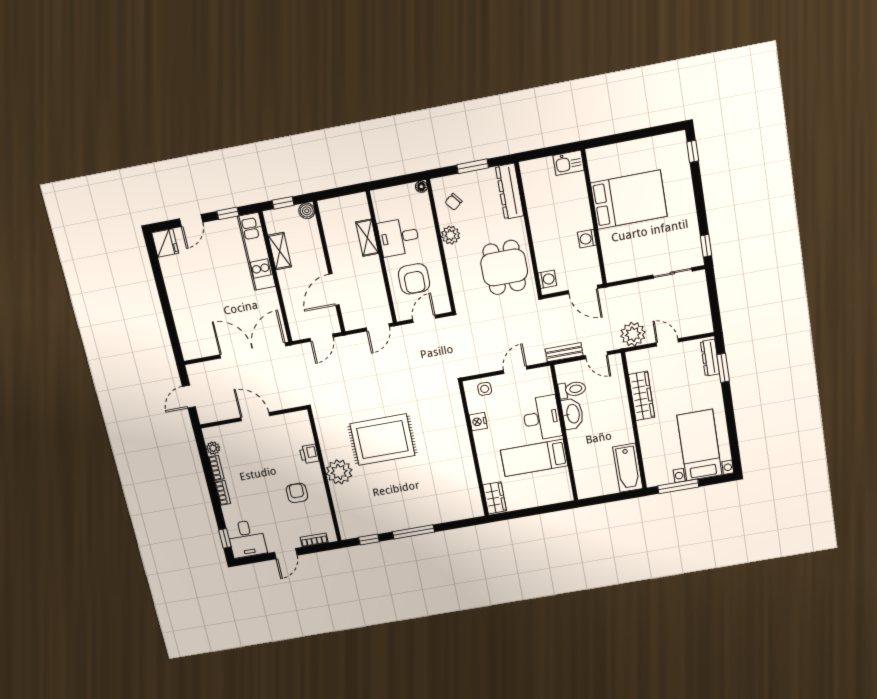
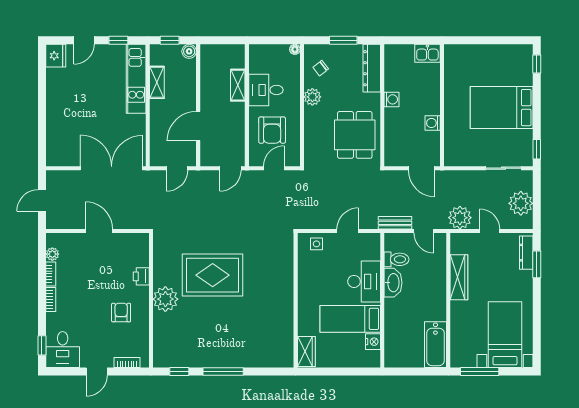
bed: (629, 200) -> (502, 108), moved, turned 180
washing machine: (547, 279) -> (391, 99), moved
plant: (697, 307) -> (521, 203), added
nightstand: (478, 422) -> (373, 342), moved, turned 180

